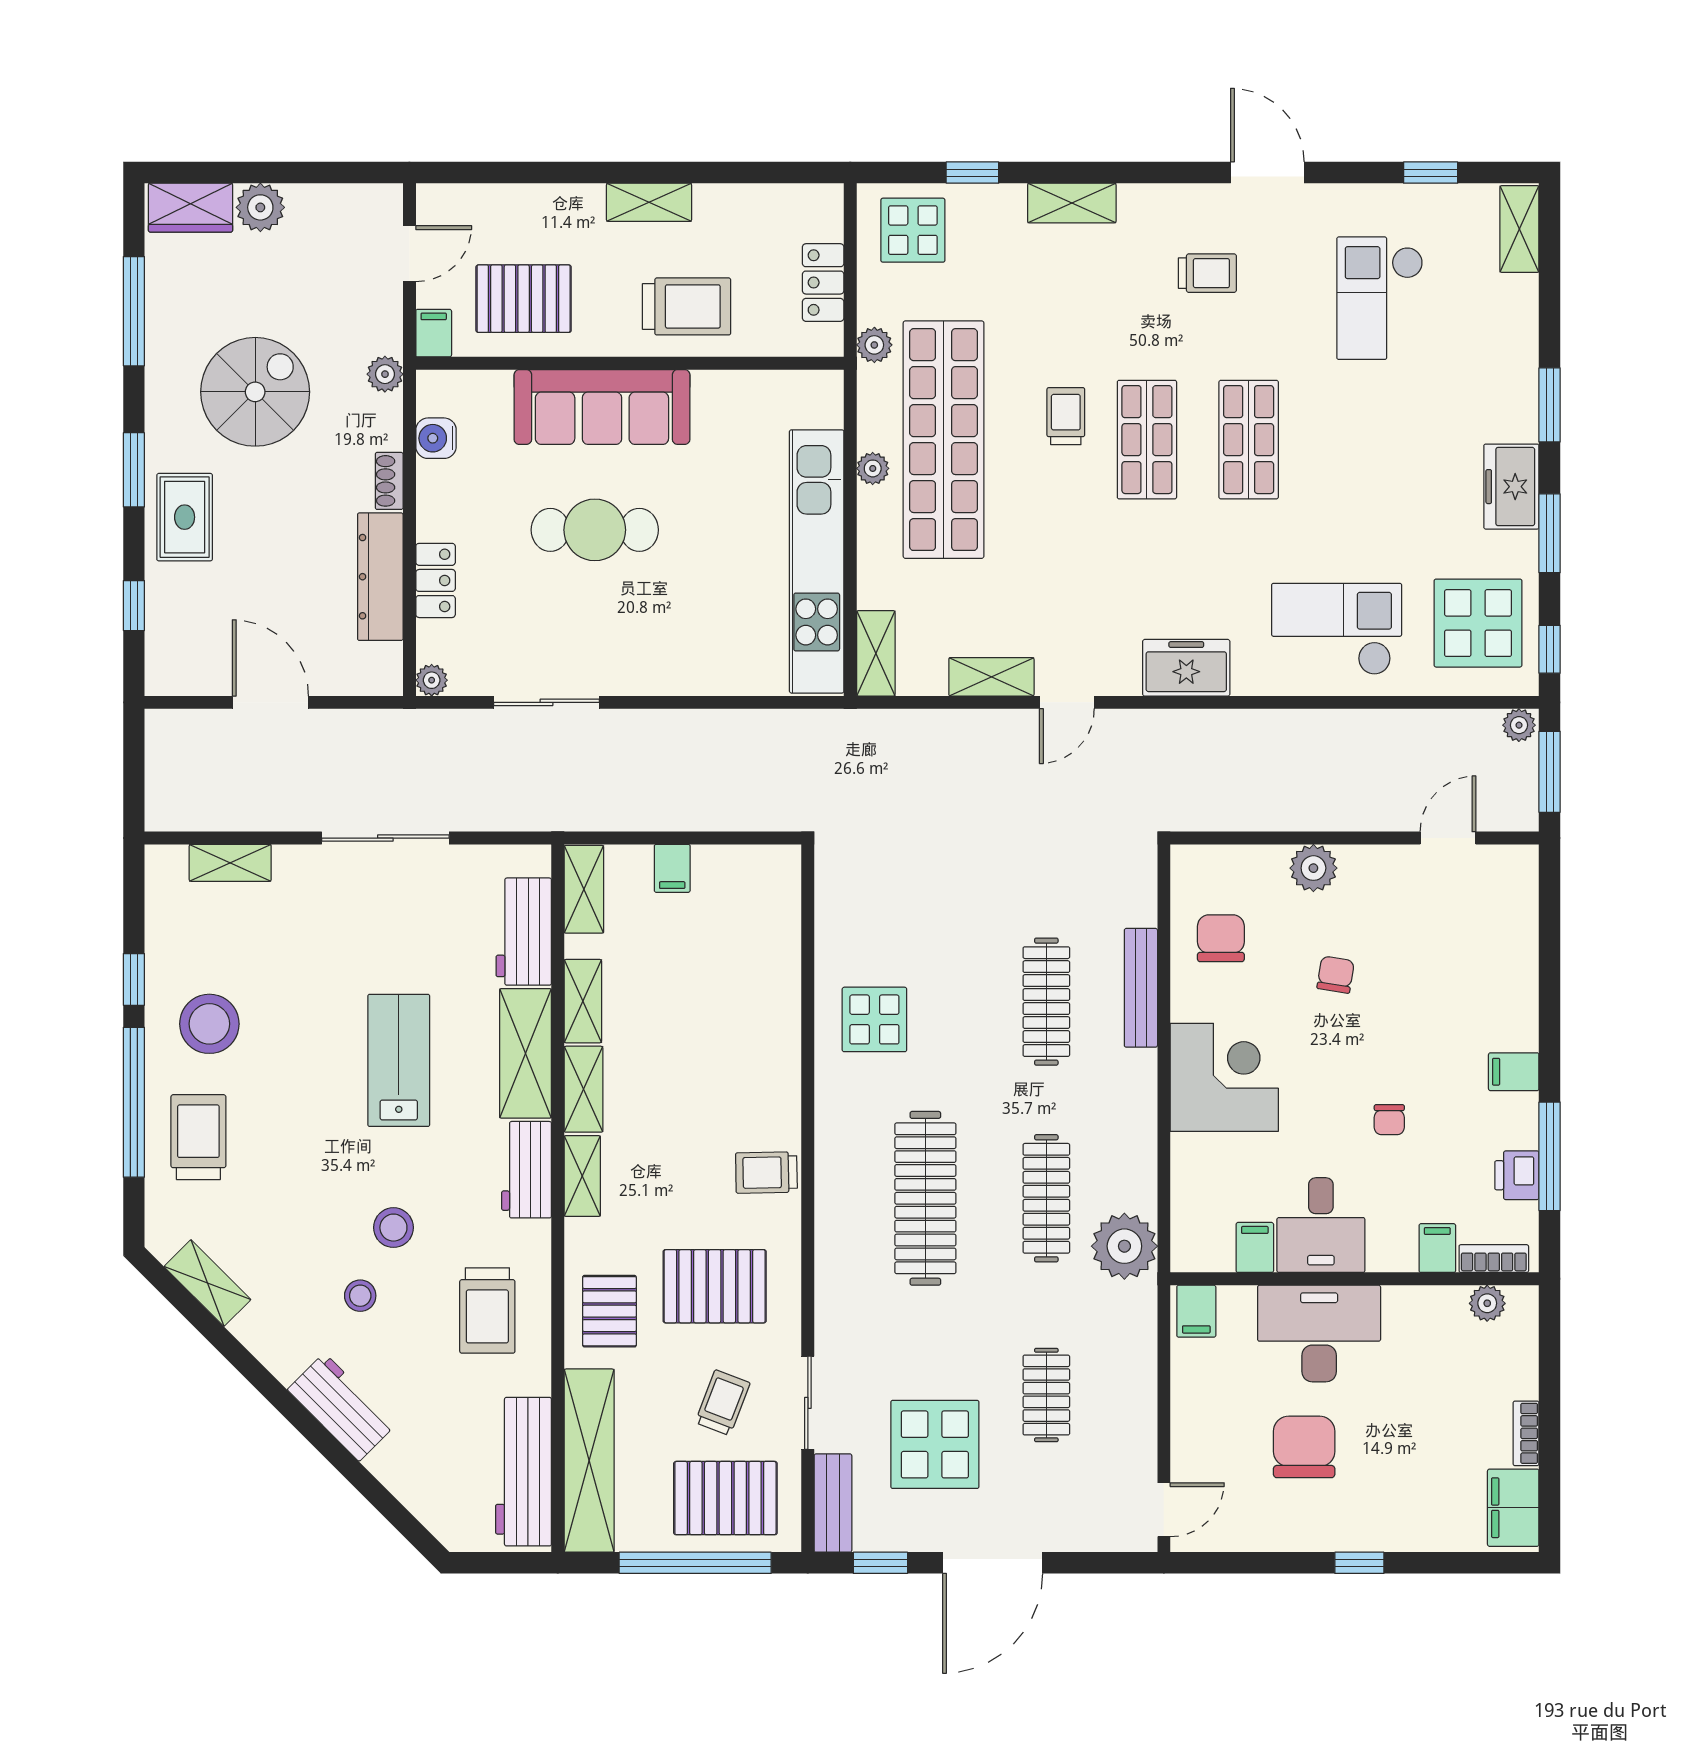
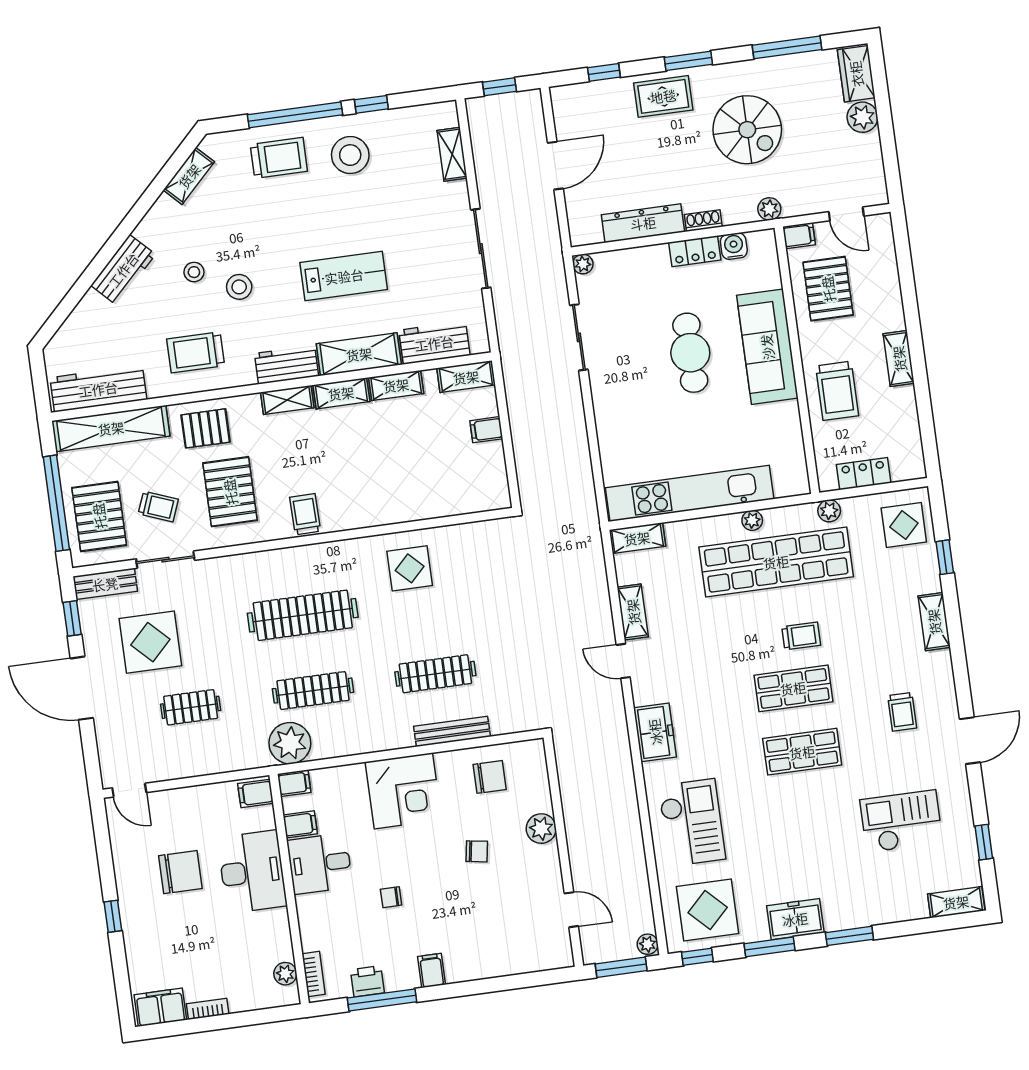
locker: (436, 580) -> (695, 251), moved
window: (134, 773) -> (500, 87), added
filing cabinet: (1437, 1248) -> (294, 783), moved

